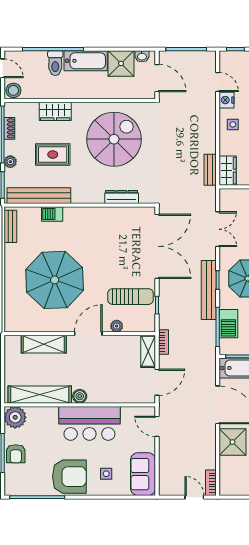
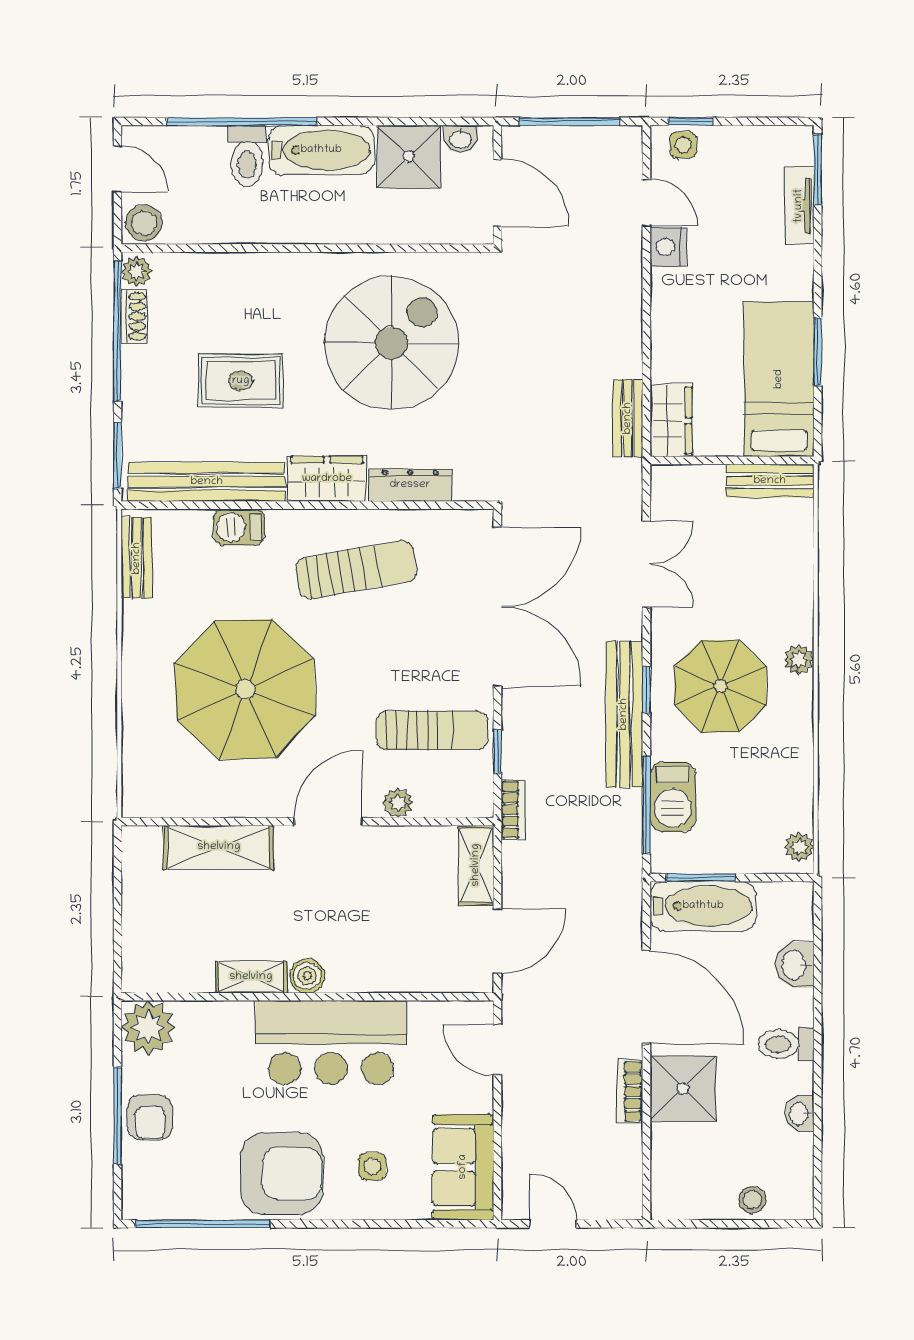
wardrobe: (55, 111) -> (327, 479), moved, turned 180
side table: (233, 124) -> (683, 145), moved
plant: (10, 162) -> (136, 271), moved
sun lounger: (100, 231) -> (356, 570), added
bookcase: (163, 342) -> (513, 810), moved
shelving: (40, 395) -> (251, 977), width x0.45, depth x0.75
bookcase: (211, 483) -> (630, 1091), moved
door: (194, 497) -> (553, 1224), moved

